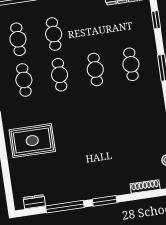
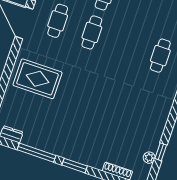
cafe table: (95, 70) -> (126, 44), removed

